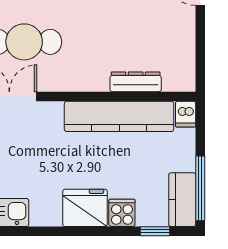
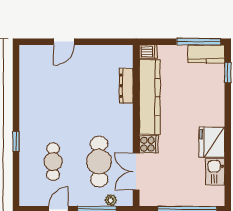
fridge: (85, 208) -> (212, 142), moved
cooker: (122, 213) -> (149, 144), moved, turned 180

